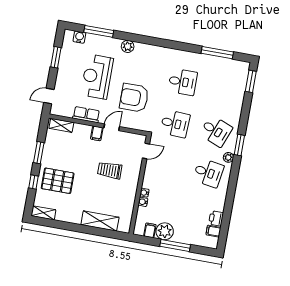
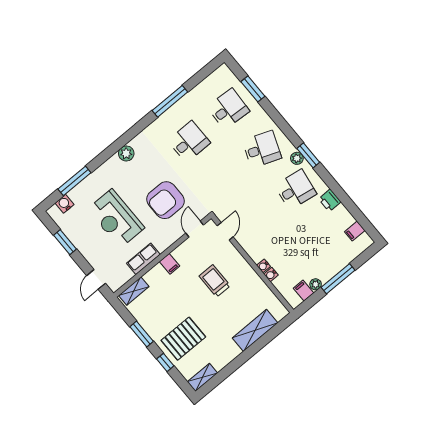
plant: (128, 46) -> (126, 153), moved
window: (217, 53) -> (170, 101), moved
window: (251, 81) -> (253, 89), moved
desk: (175, 124) -> (228, 109), moved
door: (112, 127) -> (195, 229), moved
window: (239, 145) -> (308, 155), moved
trolley: (110, 170) -> (215, 281), turned 90
printer: (216, 218) -> (330, 200), moved
plant: (165, 231) -> (316, 284), width x0.53, depth x0.53

